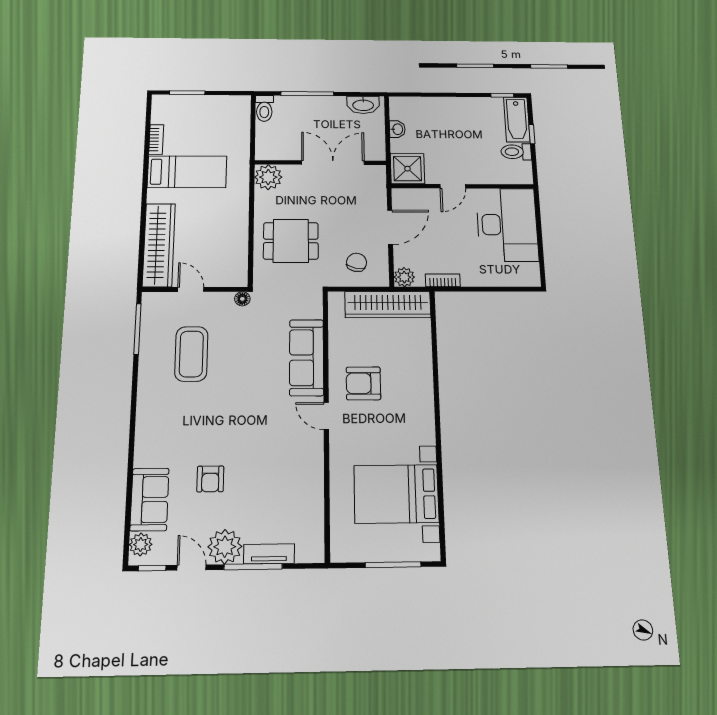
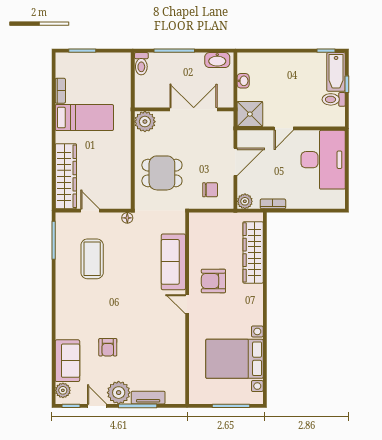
chair: (357, 262) -> (210, 190), turned 78
wardrobe: (388, 305) -> (253, 252), moved, turned 90

